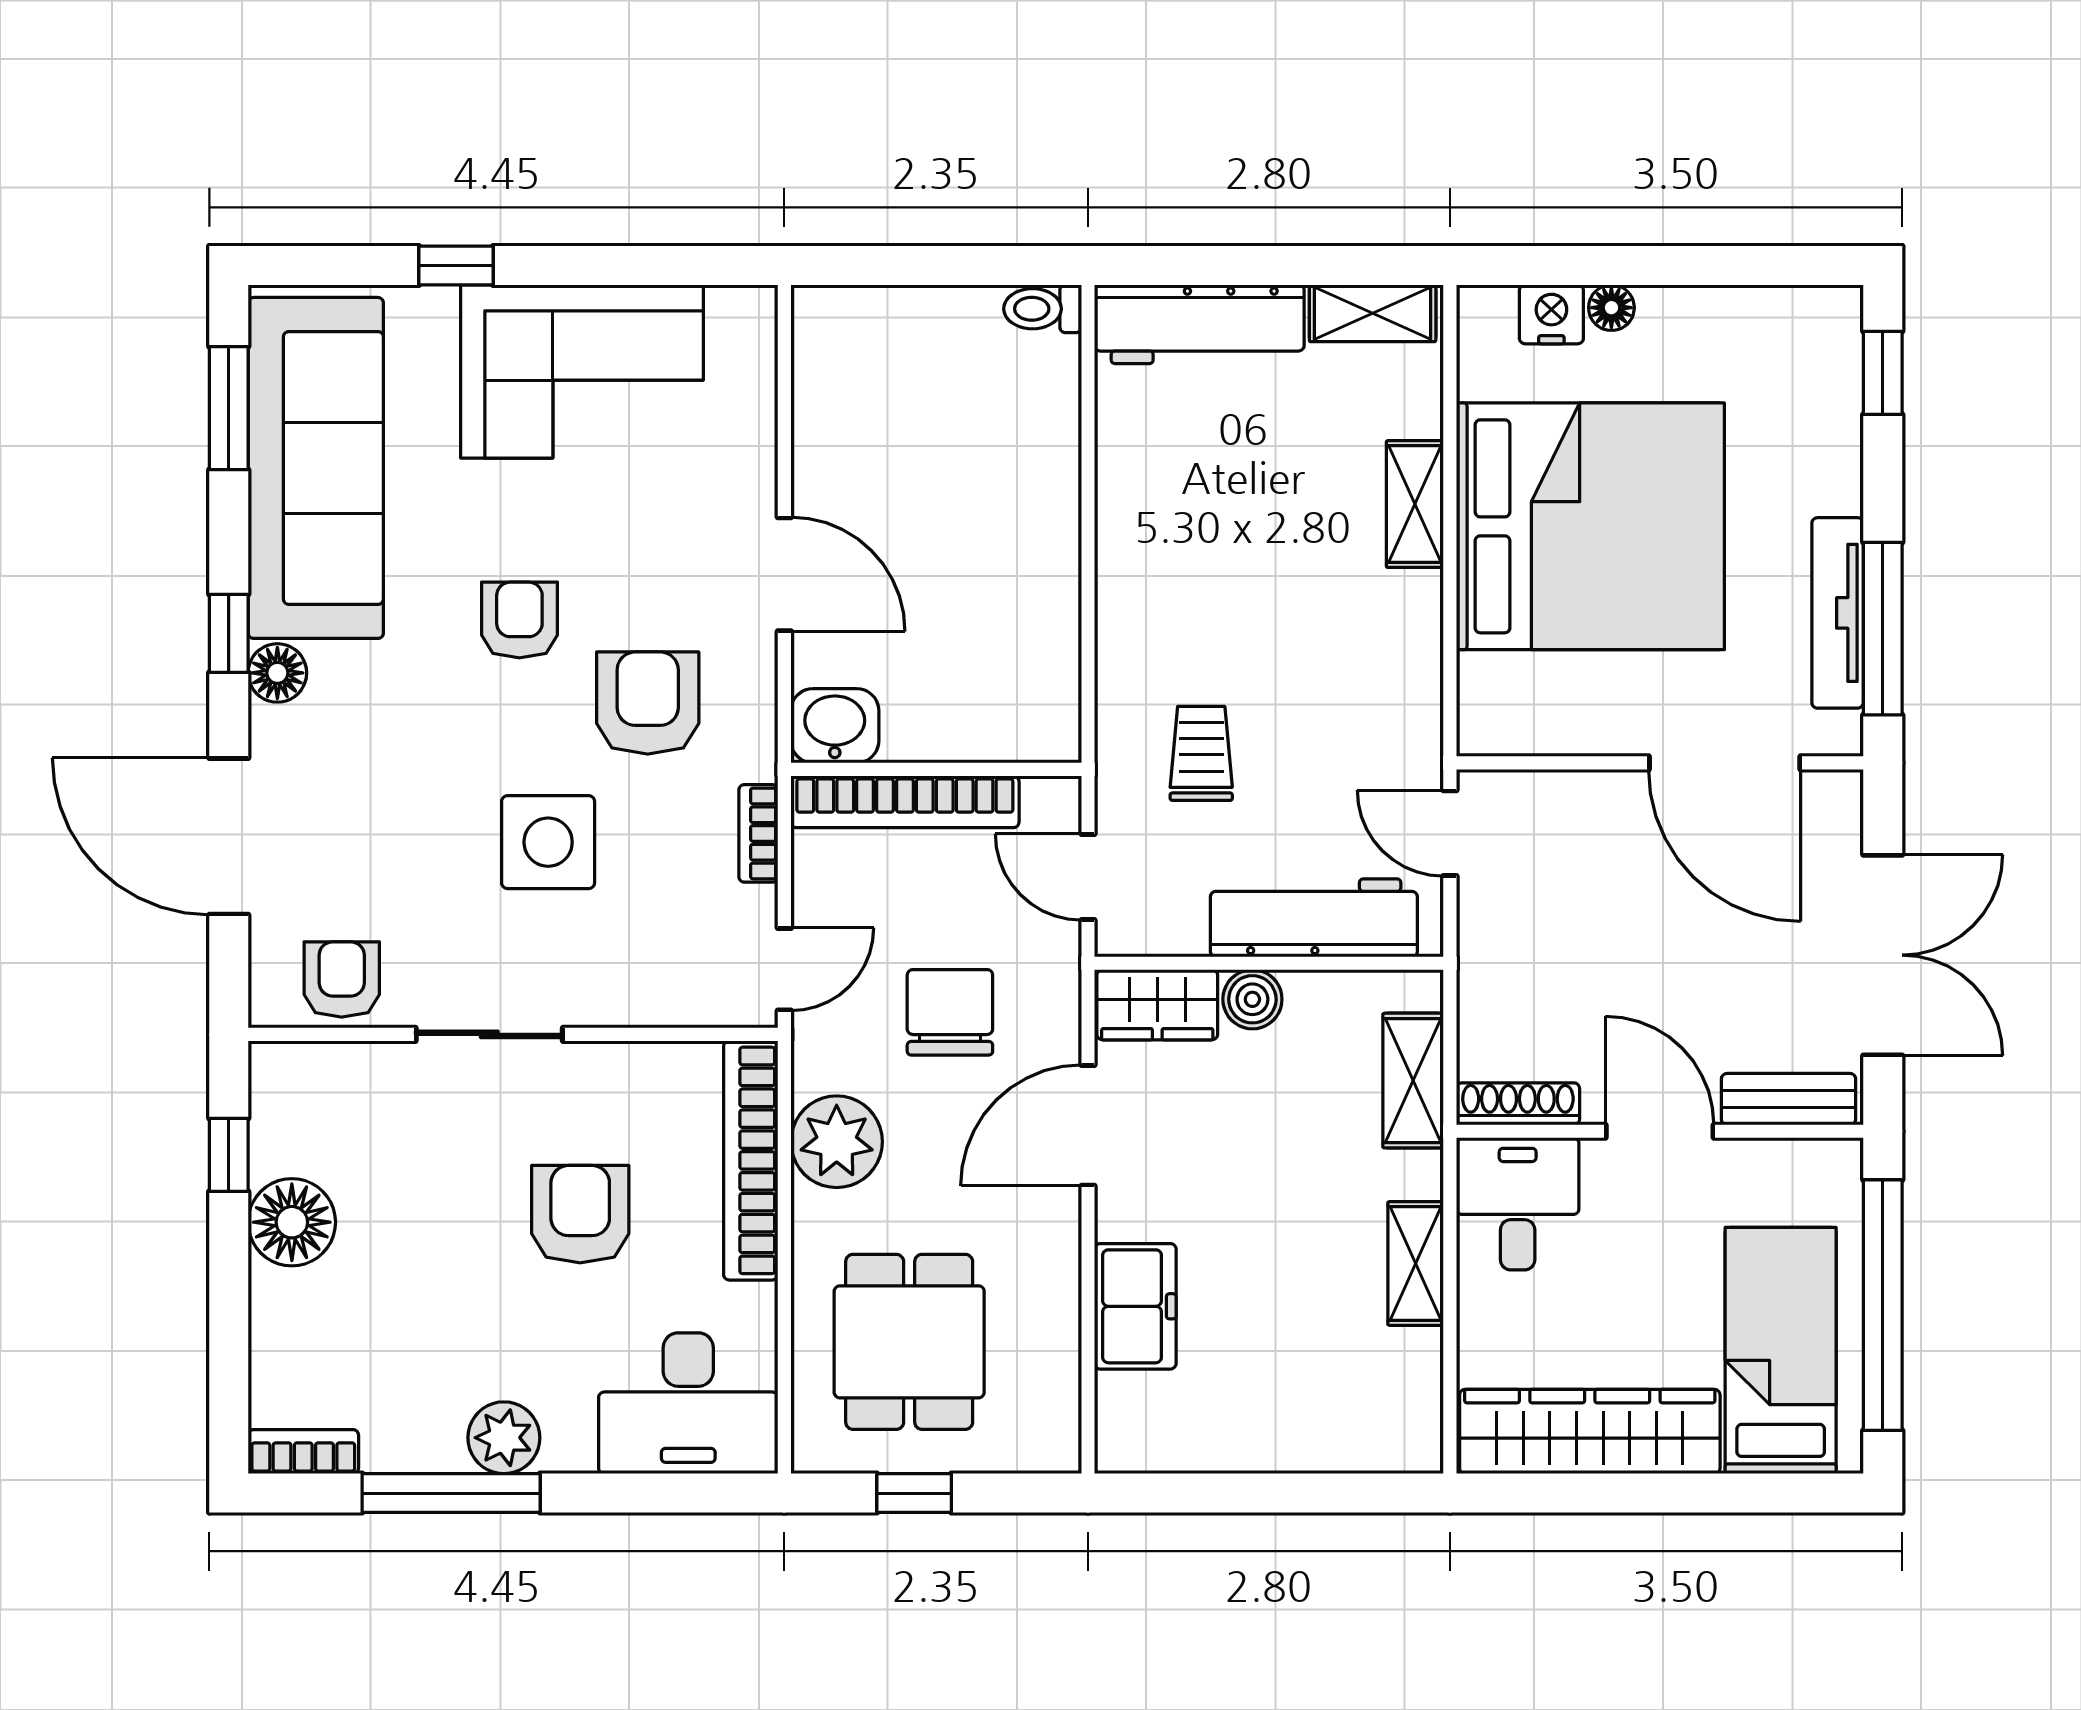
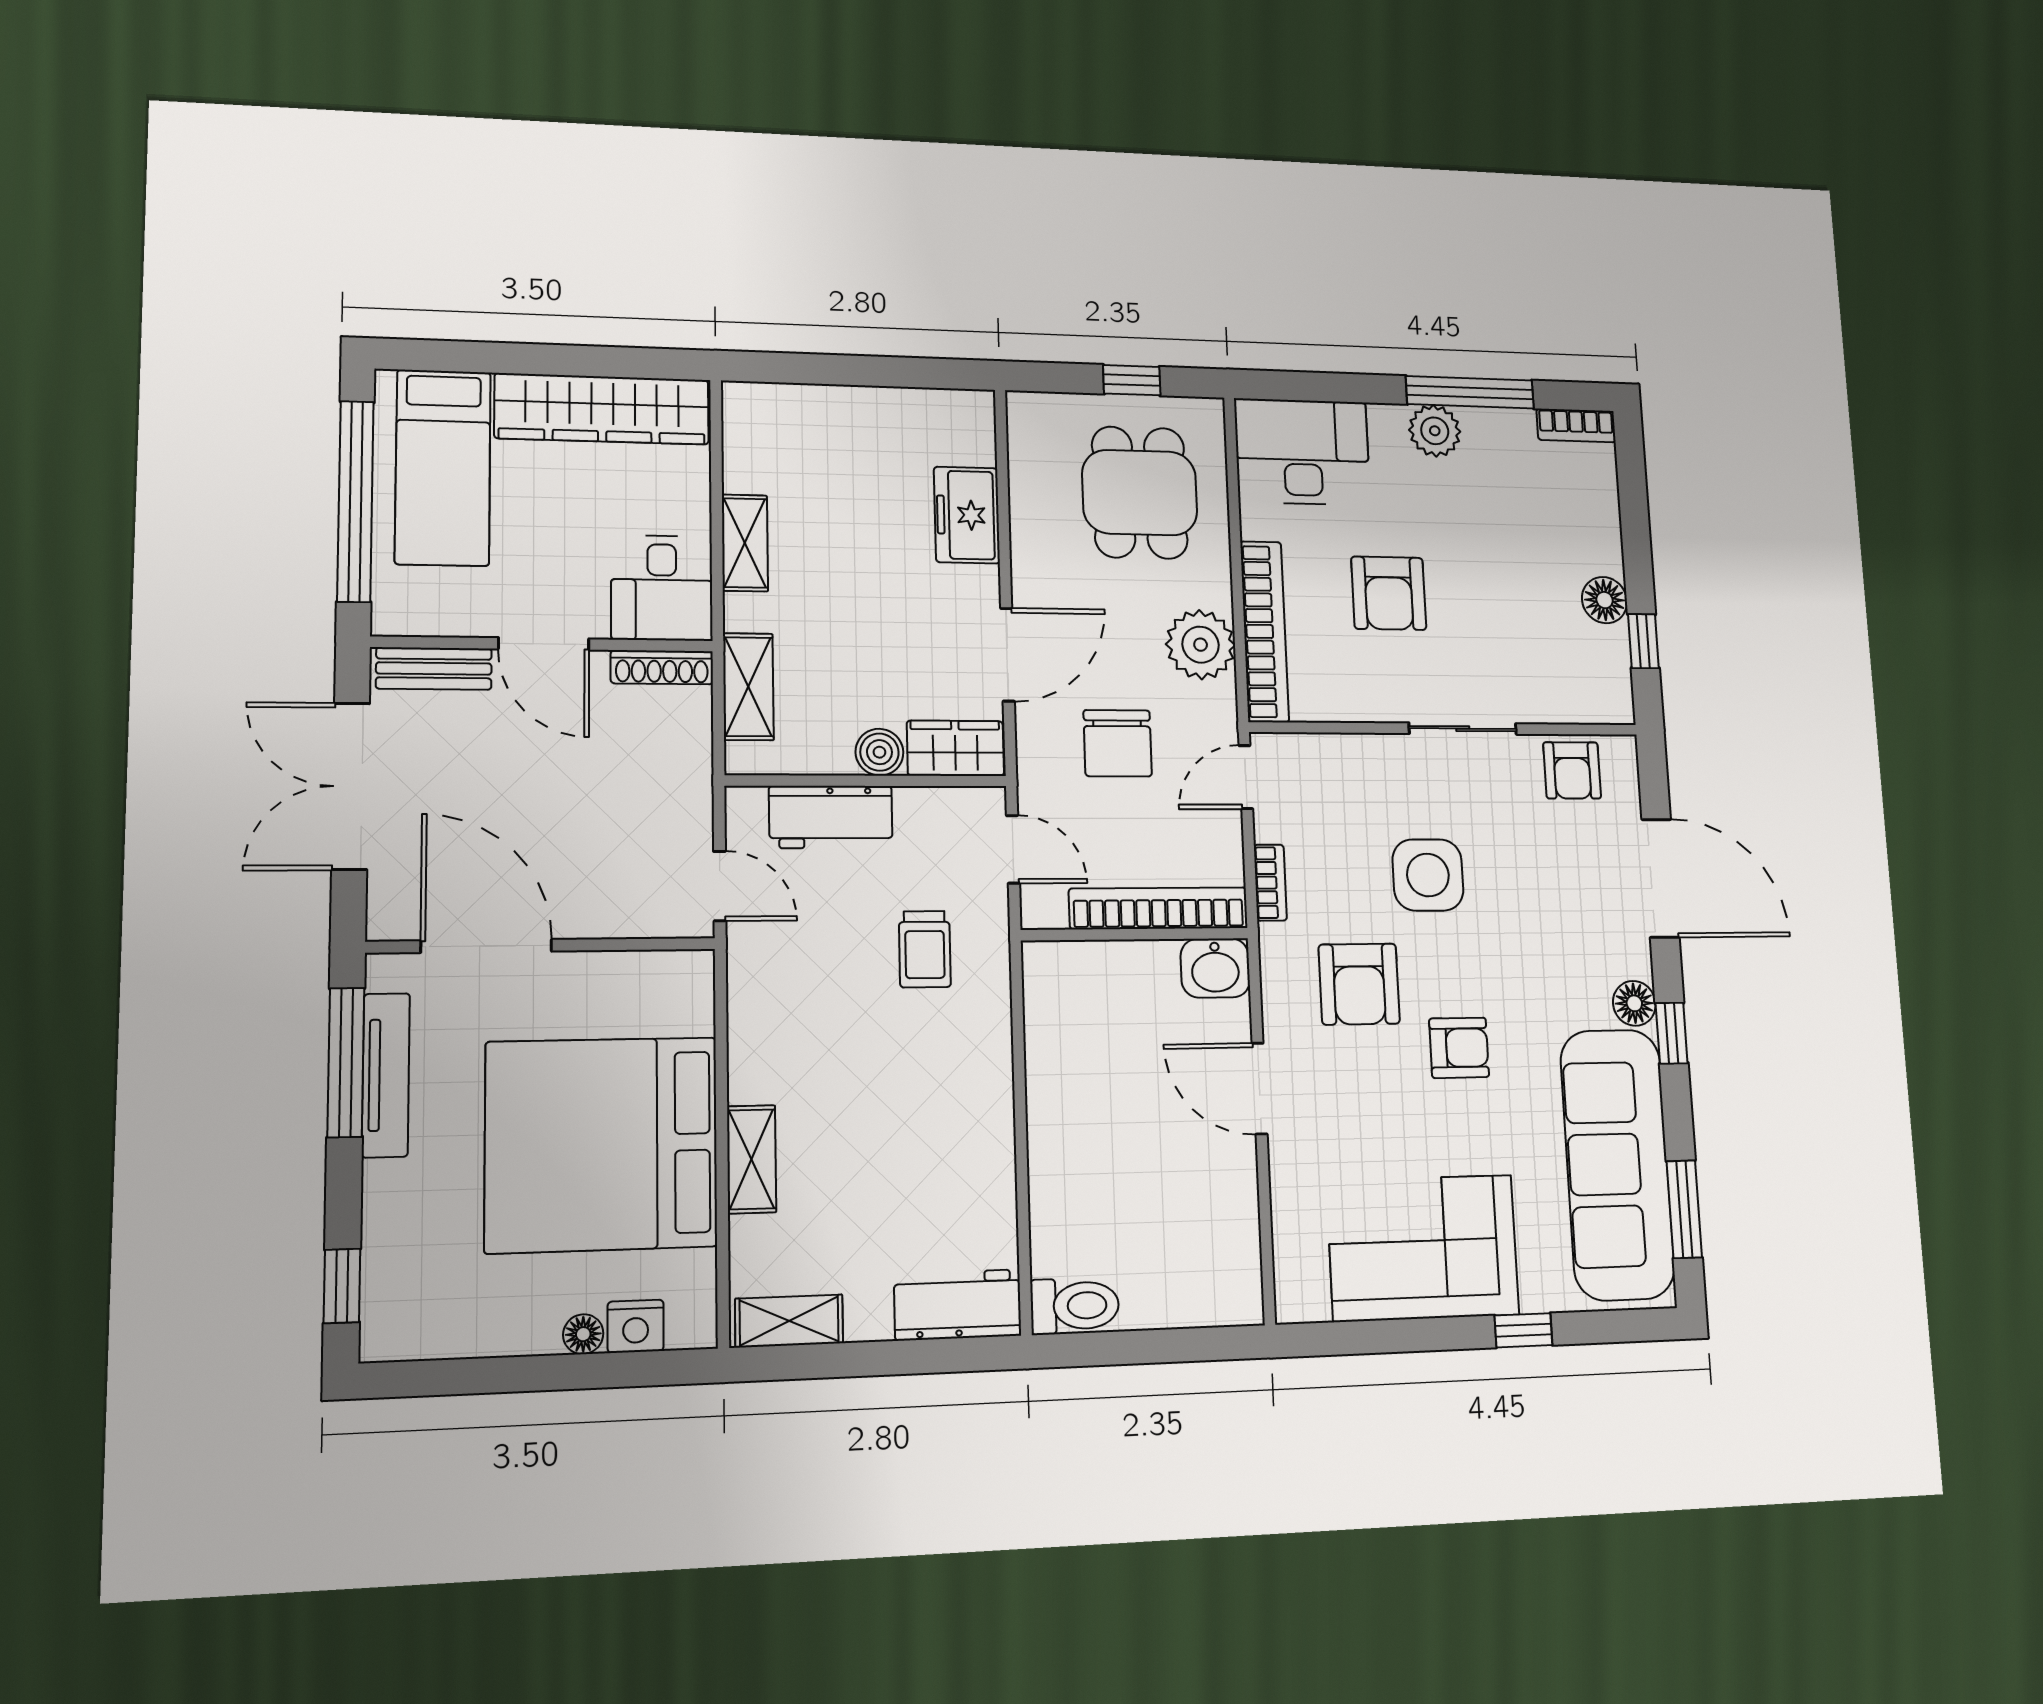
toilet: (1043, 309) -> (1075, 1306), width x1.37, depth x1.39
workbench: (1199, 324) -> (958, 1305), width x0.73
armchair: (519, 620) -> (1459, 1048), turned -90
workbench: (1314, 918) -> (831, 817), width x0.73
floor lamp: (292, 1222) -> (1605, 600), width x0.73, depth x0.73

